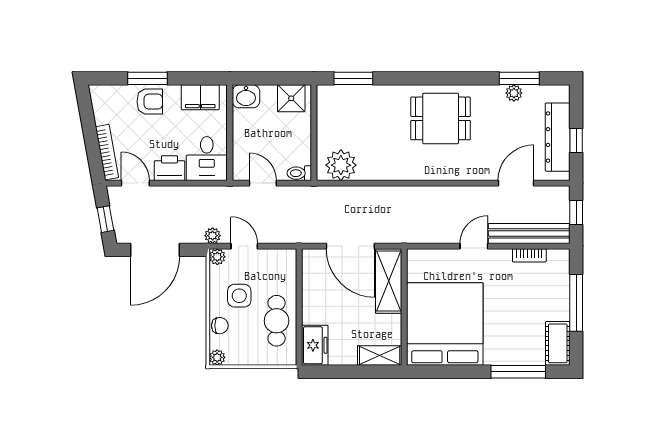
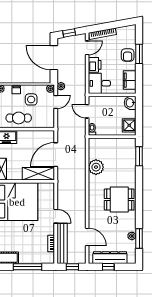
dining table: (441, 118) -> (119, 200), turned 90
plant: (341, 165) -> (96, 167), moved
door: (263, 183) -> (87, 111), swing flipped

